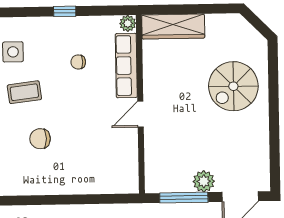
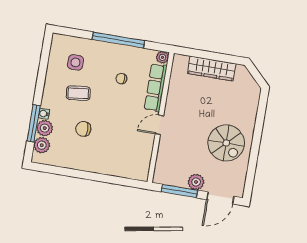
window: (65, 11) -> (118, 40), width x3.17
wardrobe: (173, 26) -> (212, 69), moved
spiral stairs: (233, 86) -> (226, 143), moved, turned -90

